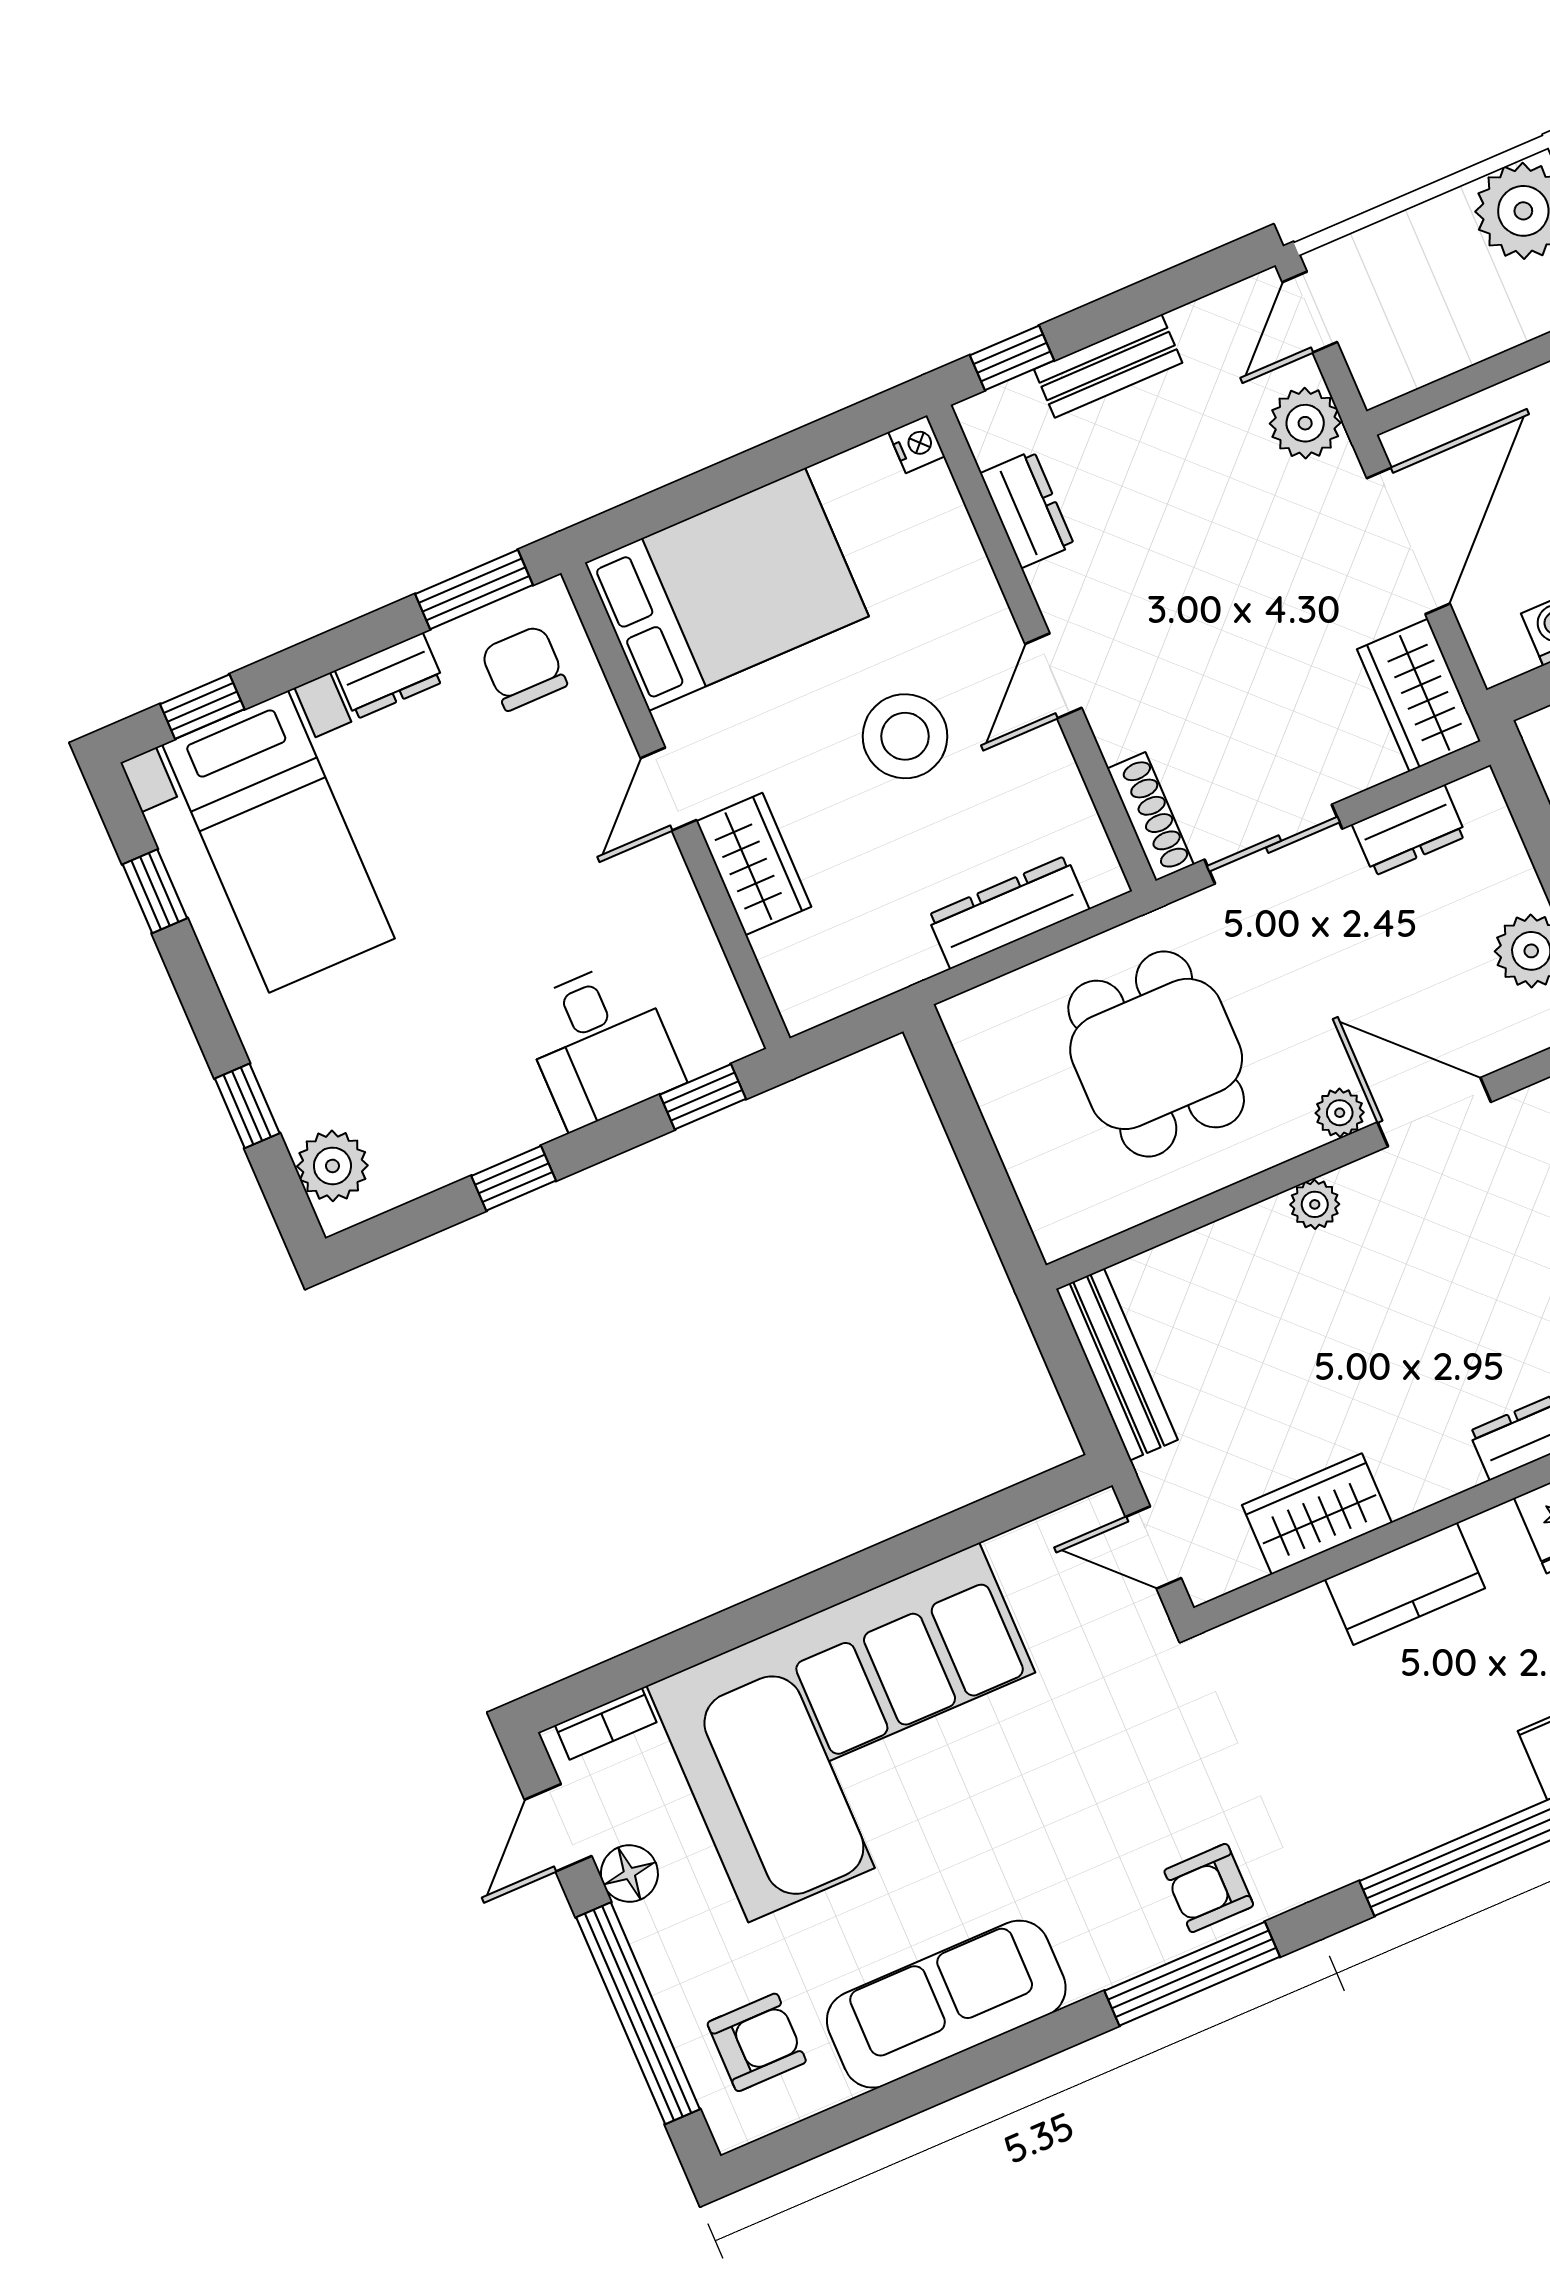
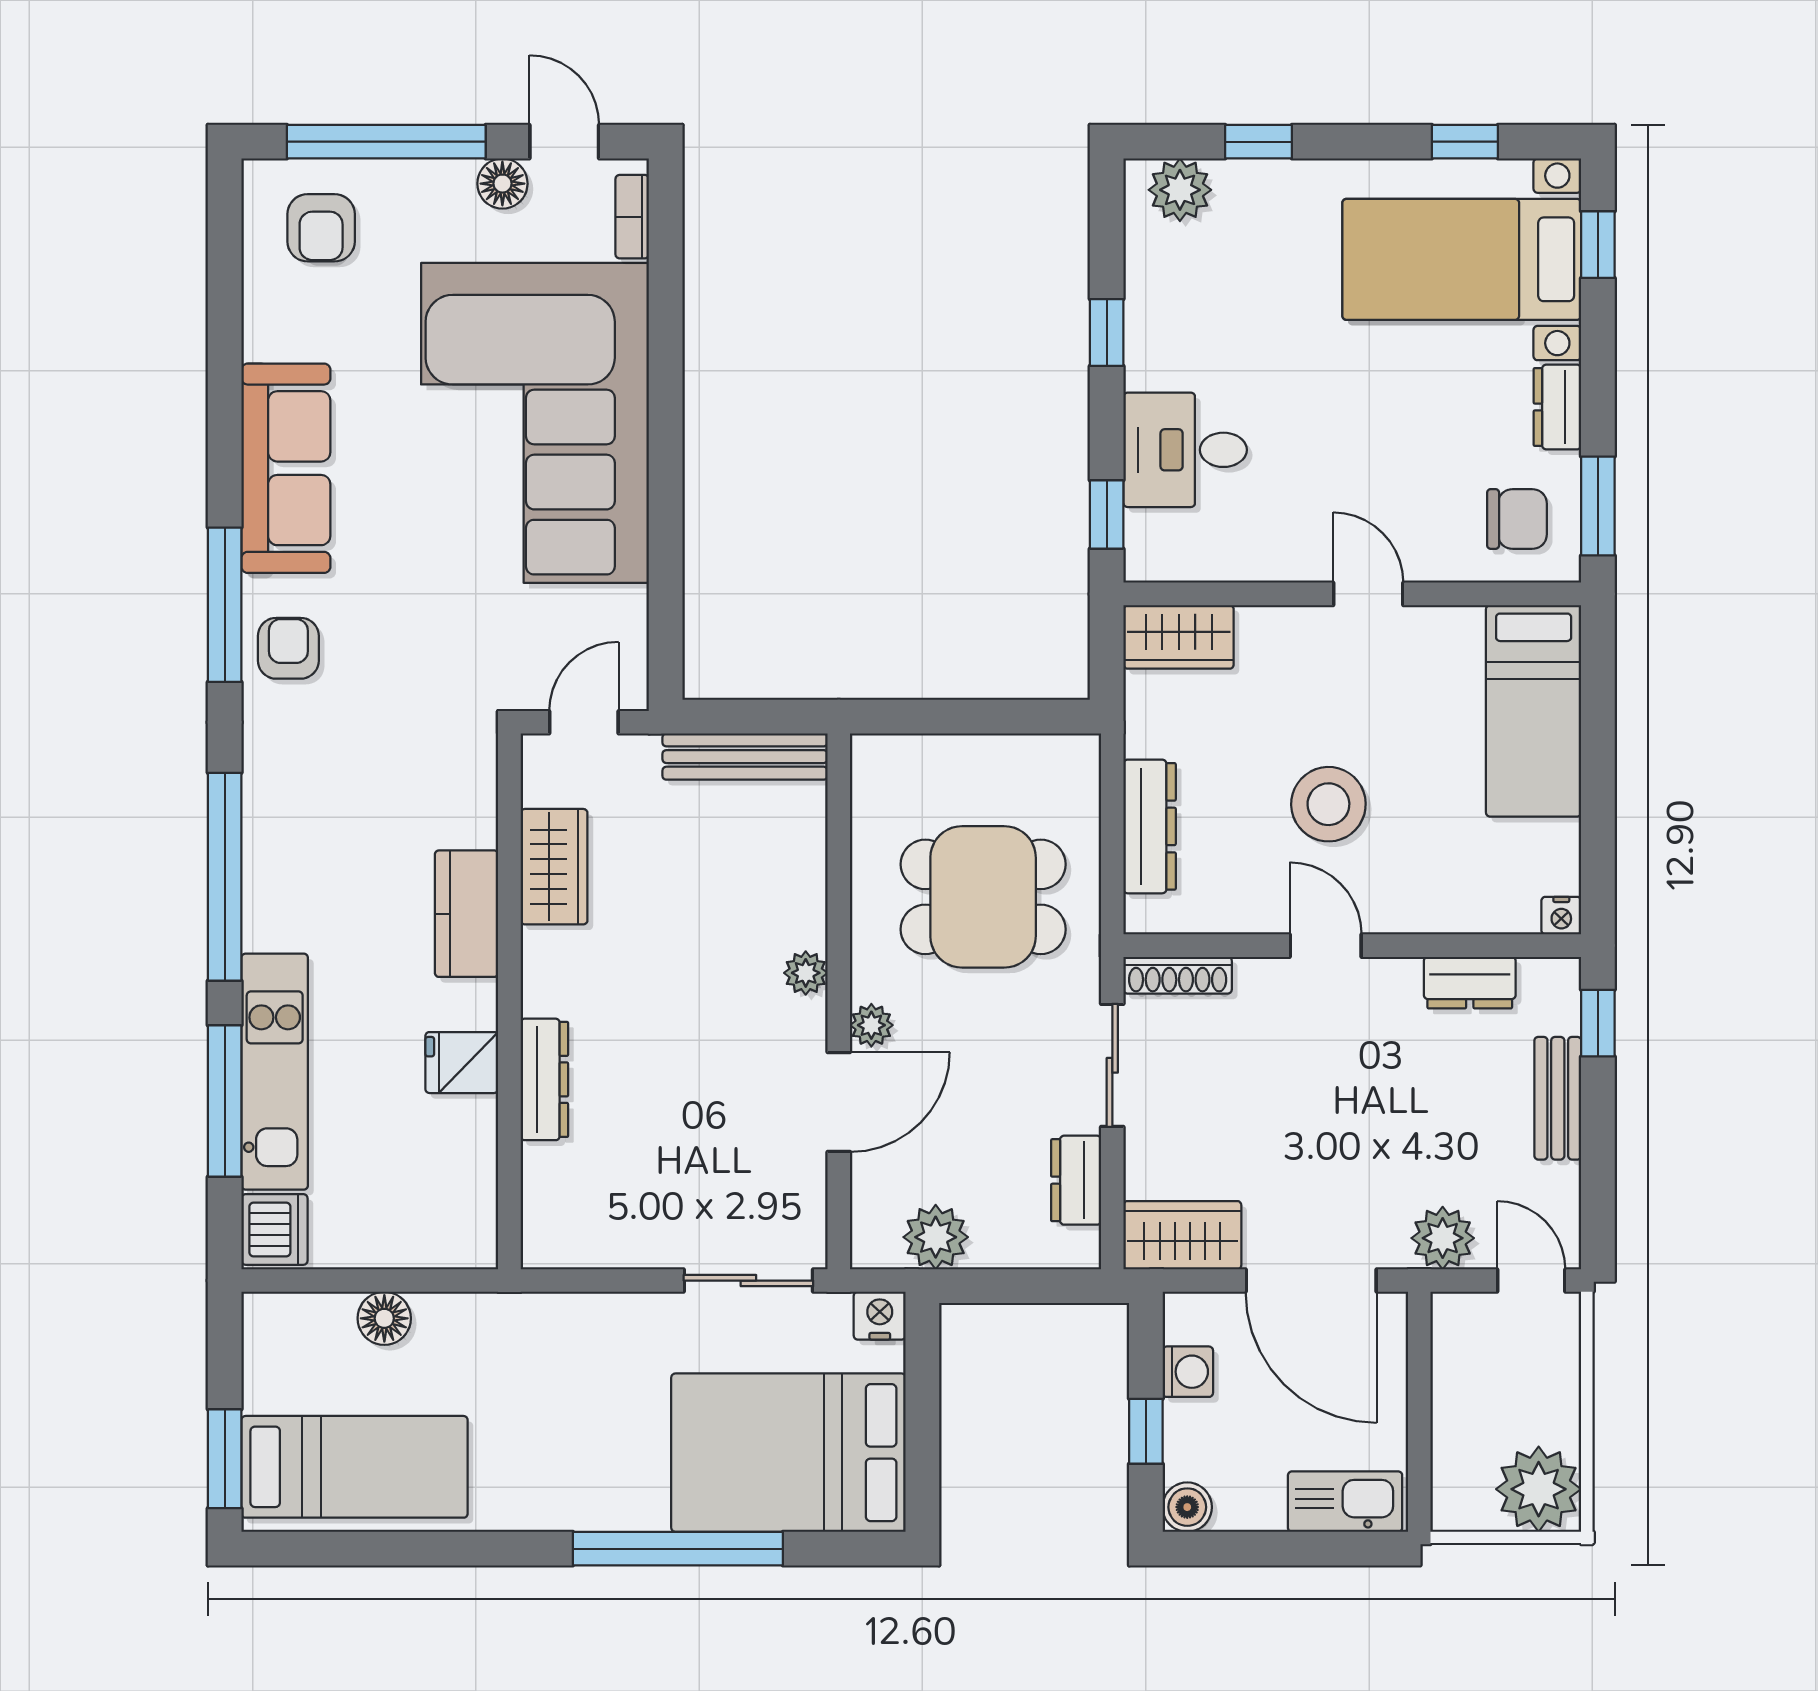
bed: (727, 589) -> (1534, 711), width x0.67
wardrobe: (754, 864) -> (1179, 637), moved
sofa: (946, 2004) -> (286, 468), moved

